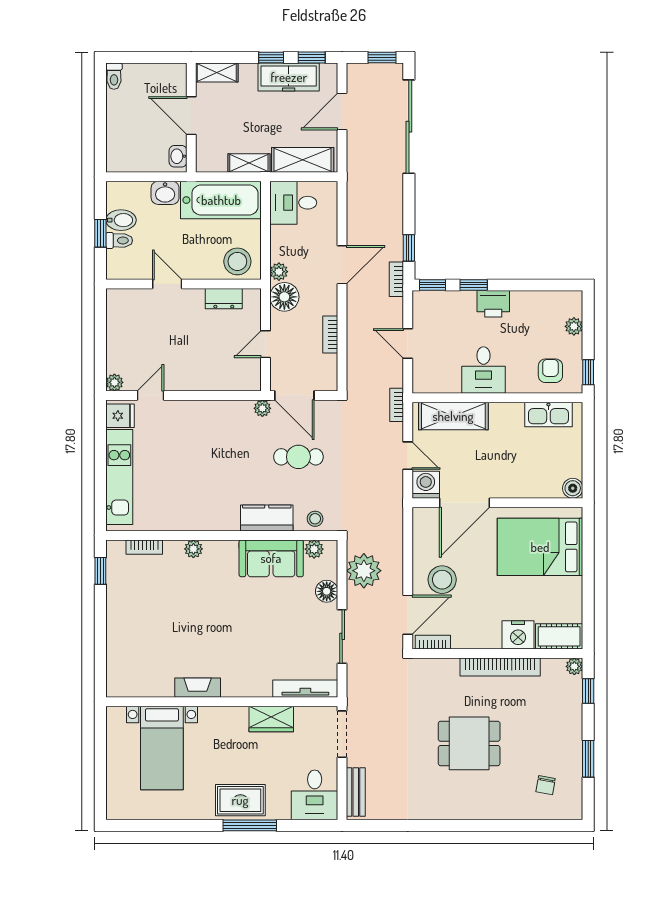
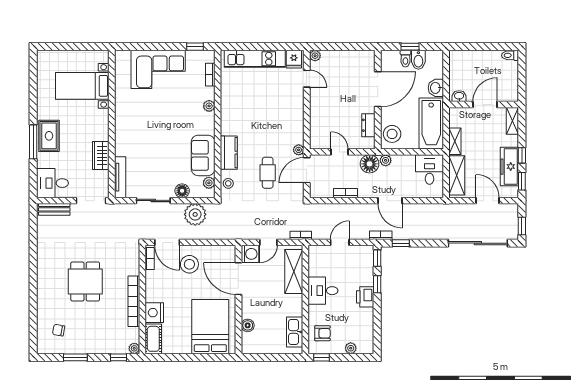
door: (167, 284) -> (378, 89), width x1.87
boiler: (573, 488) -> (248, 325), moved
corner sofa: (136, 629) -> (158, 69), added
fireplace: (198, 688) -> (121, 109), removed

